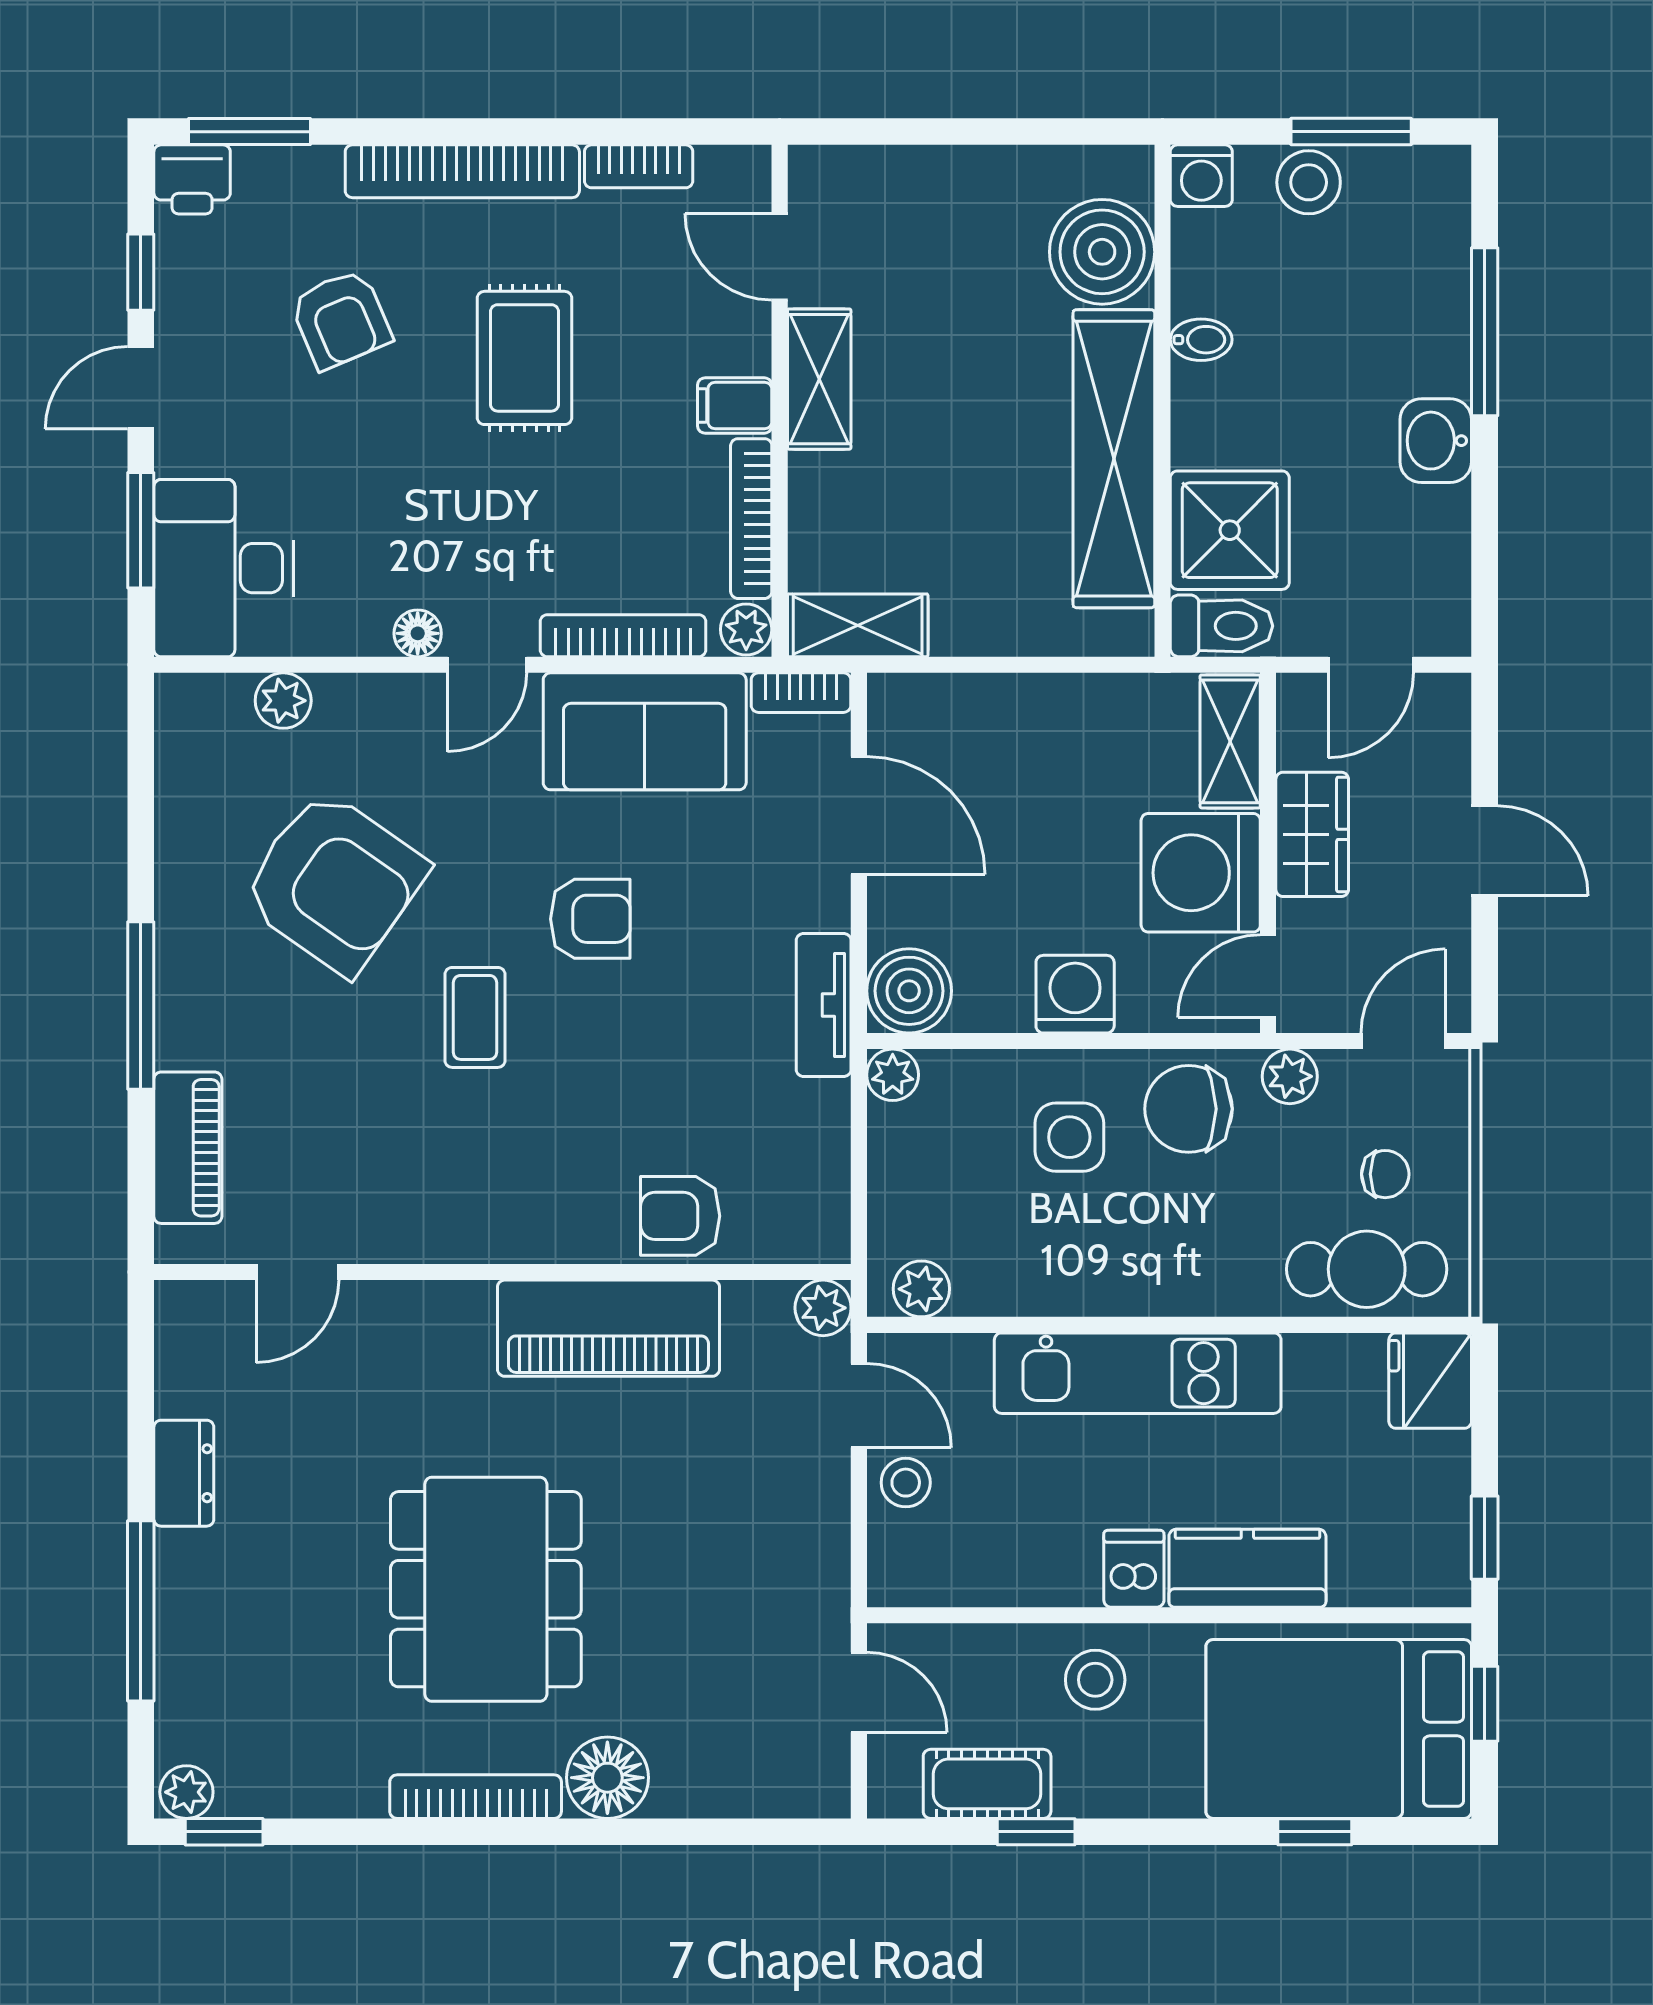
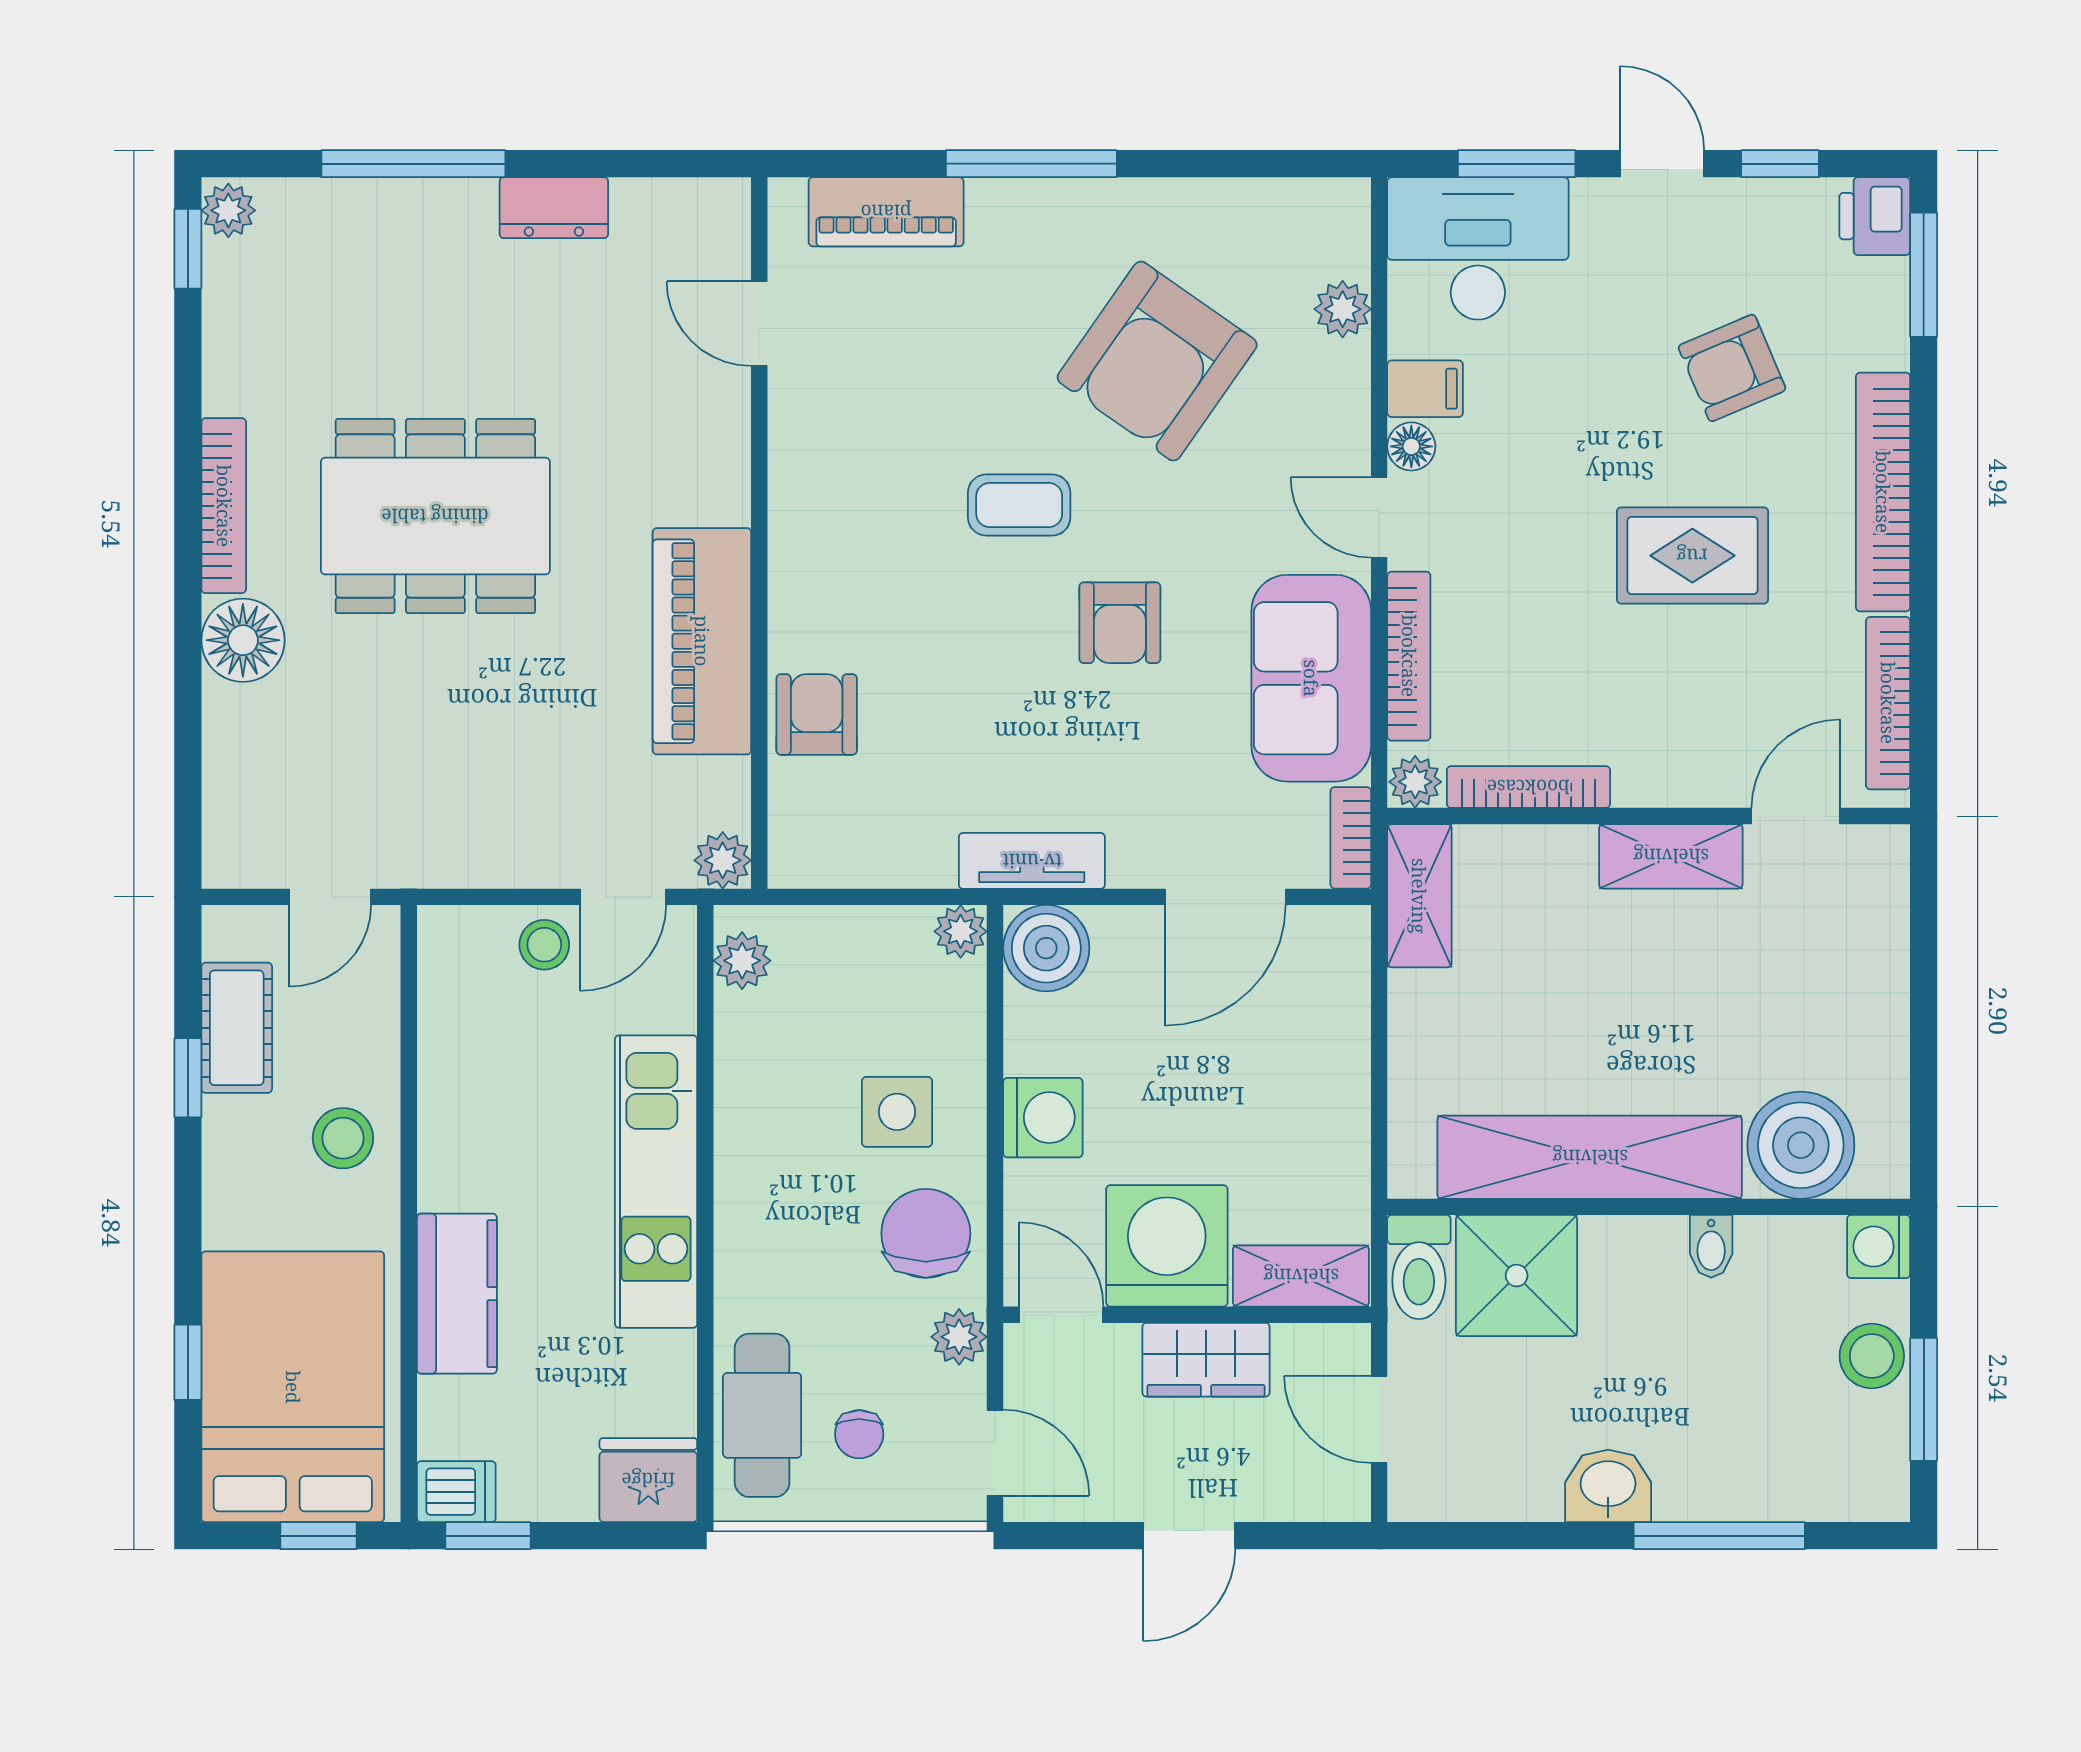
bookcase: (639, 166) -> (1888, 703), width x1.56
filing cabinet: (735, 405) -> (1425, 389), moved, turned 90
dishwasher: (1134, 1569) -> (456, 1492), moved

